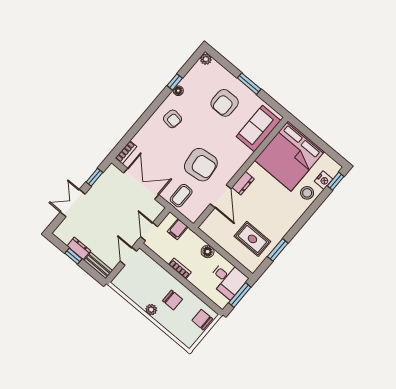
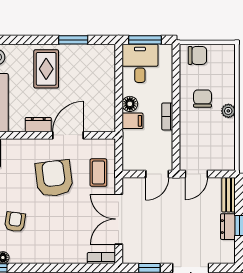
armchair: (173, 119) -> (15, 222), moved
coffee table: (181, 196) -> (98, 173), turned 90
filing cabinet: (178, 229) -> (133, 121), moved
rug: (252, 239) -> (46, 69), moved
chair: (202, 320) -> (197, 55), turned -90

